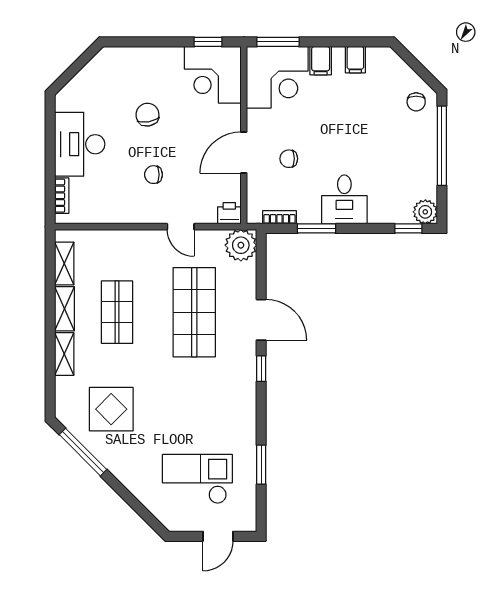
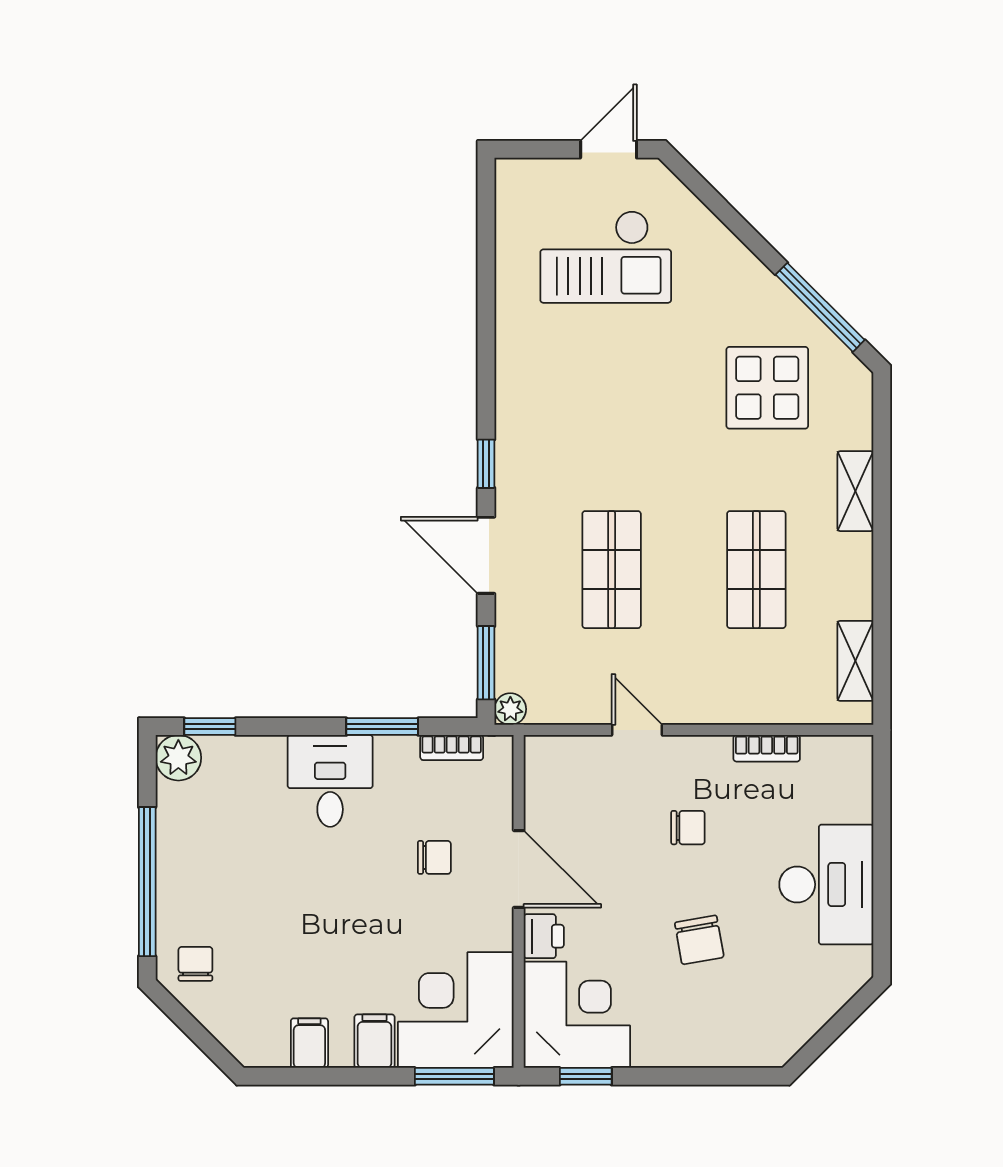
door: (244, 153) -> (519, 869), hinge flipped
bookcase: (62, 196) -> (767, 748), moved, turned -90
printer: (229, 213) -> (544, 936), moved, turned -90
plant: (241, 245) -> (510, 709), width x0.53, depth x0.53
shelving: (65, 309) -> (855, 576), removed
shop shelf: (194, 312) -> (612, 570), width x0.70, depth x0.74
window: (261, 465) -> (486, 663), moved
door: (218, 536) -> (609, 149), moved

